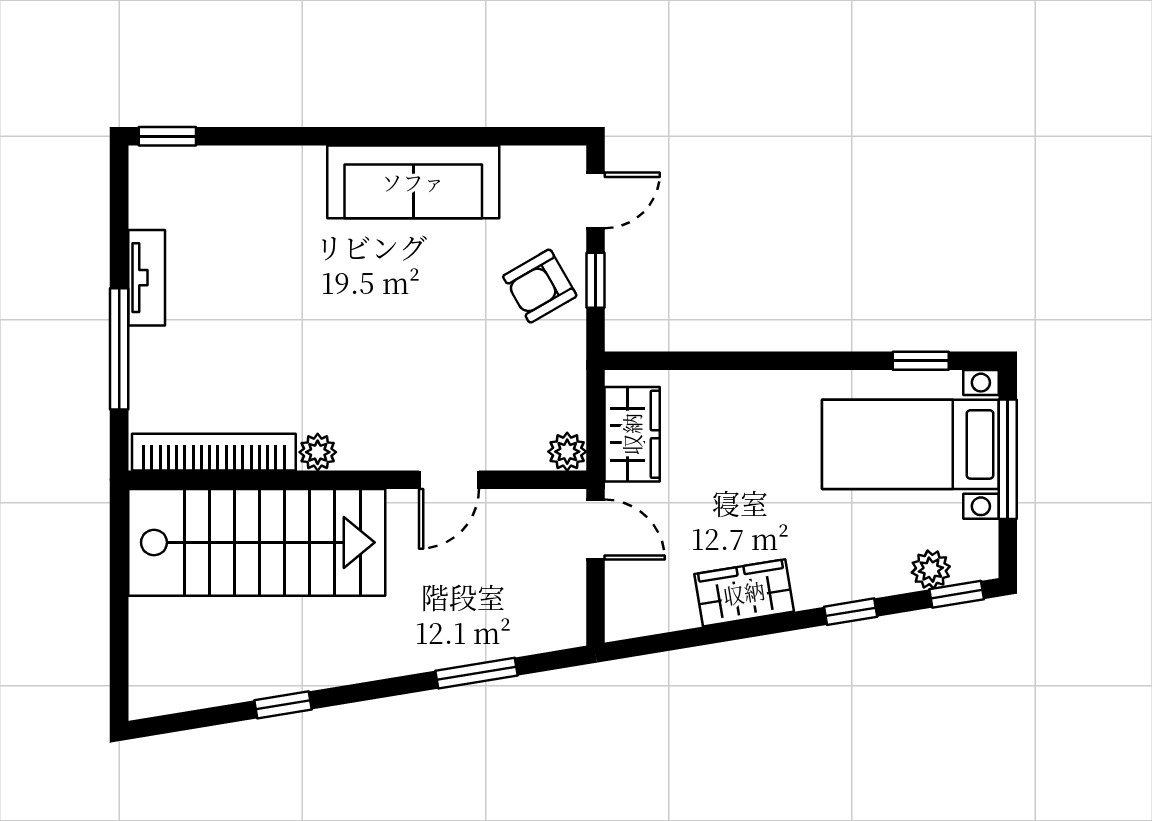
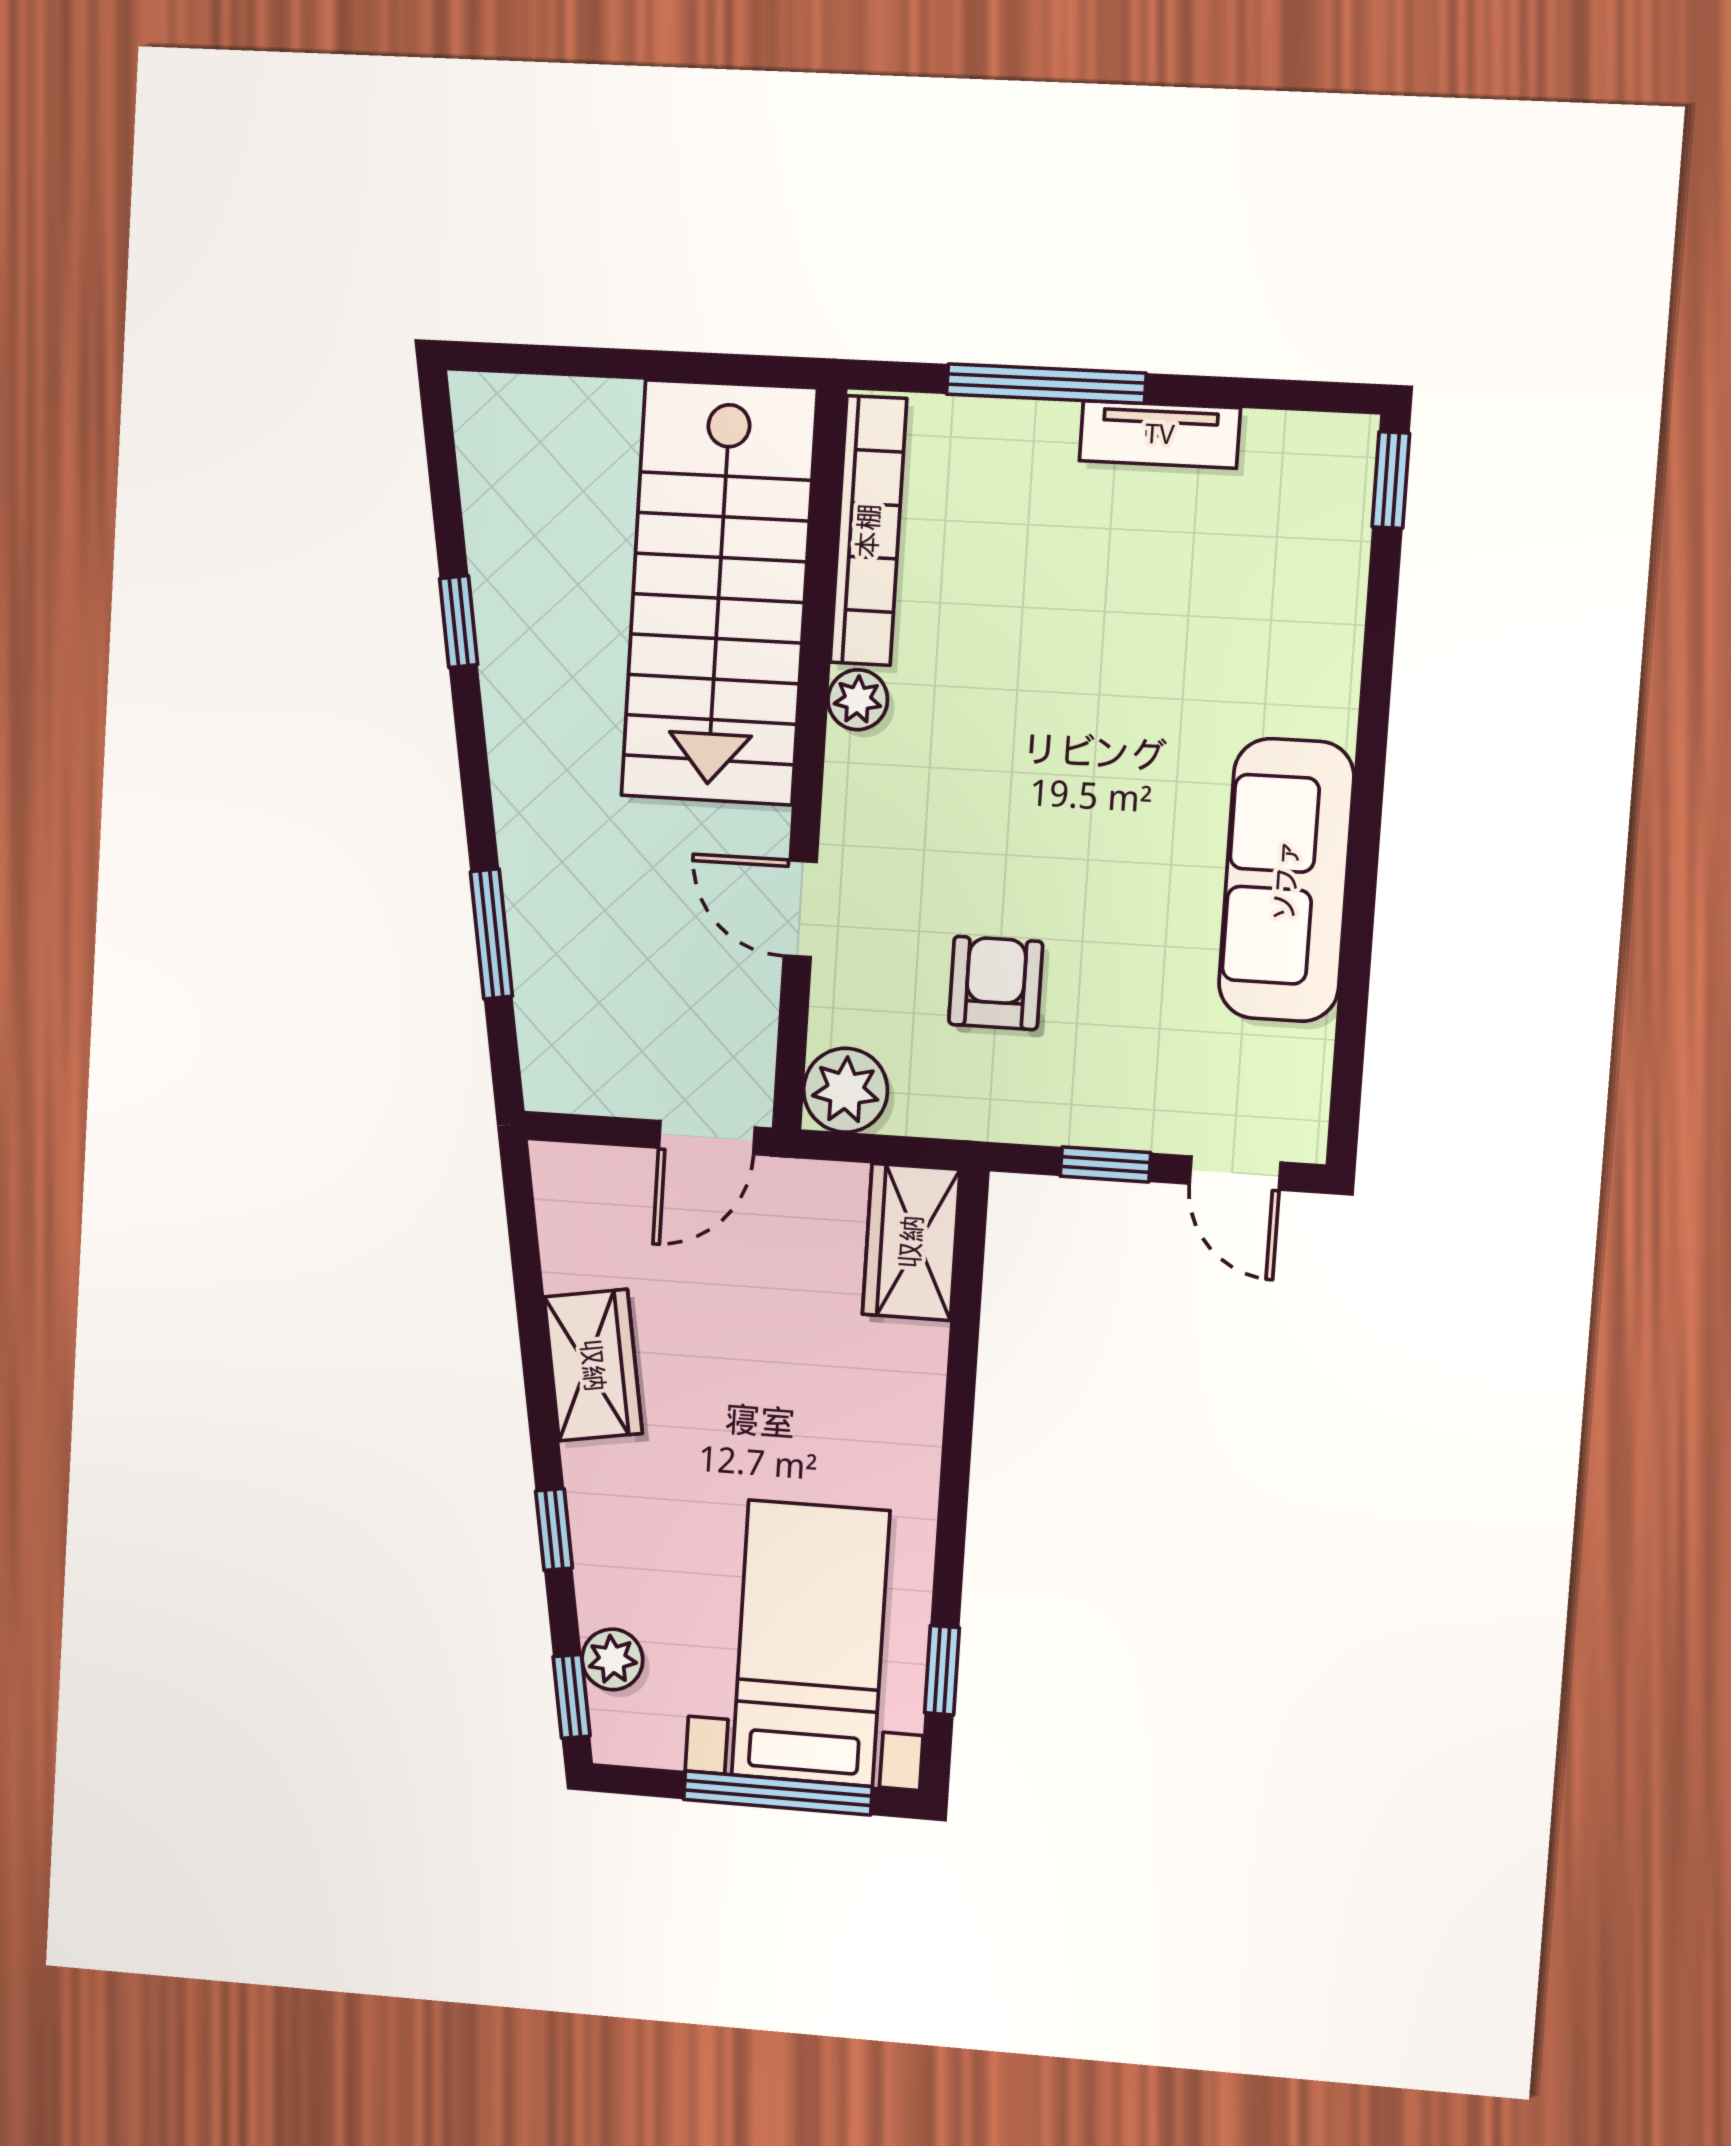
armchair: (540, 286) -> (996, 983), moved, turned 30
wardrobe: (632, 434) -> (911, 1242), moved, turned 90
plant: (567, 452) -> (846, 1090), width x1.38, depth x1.38

